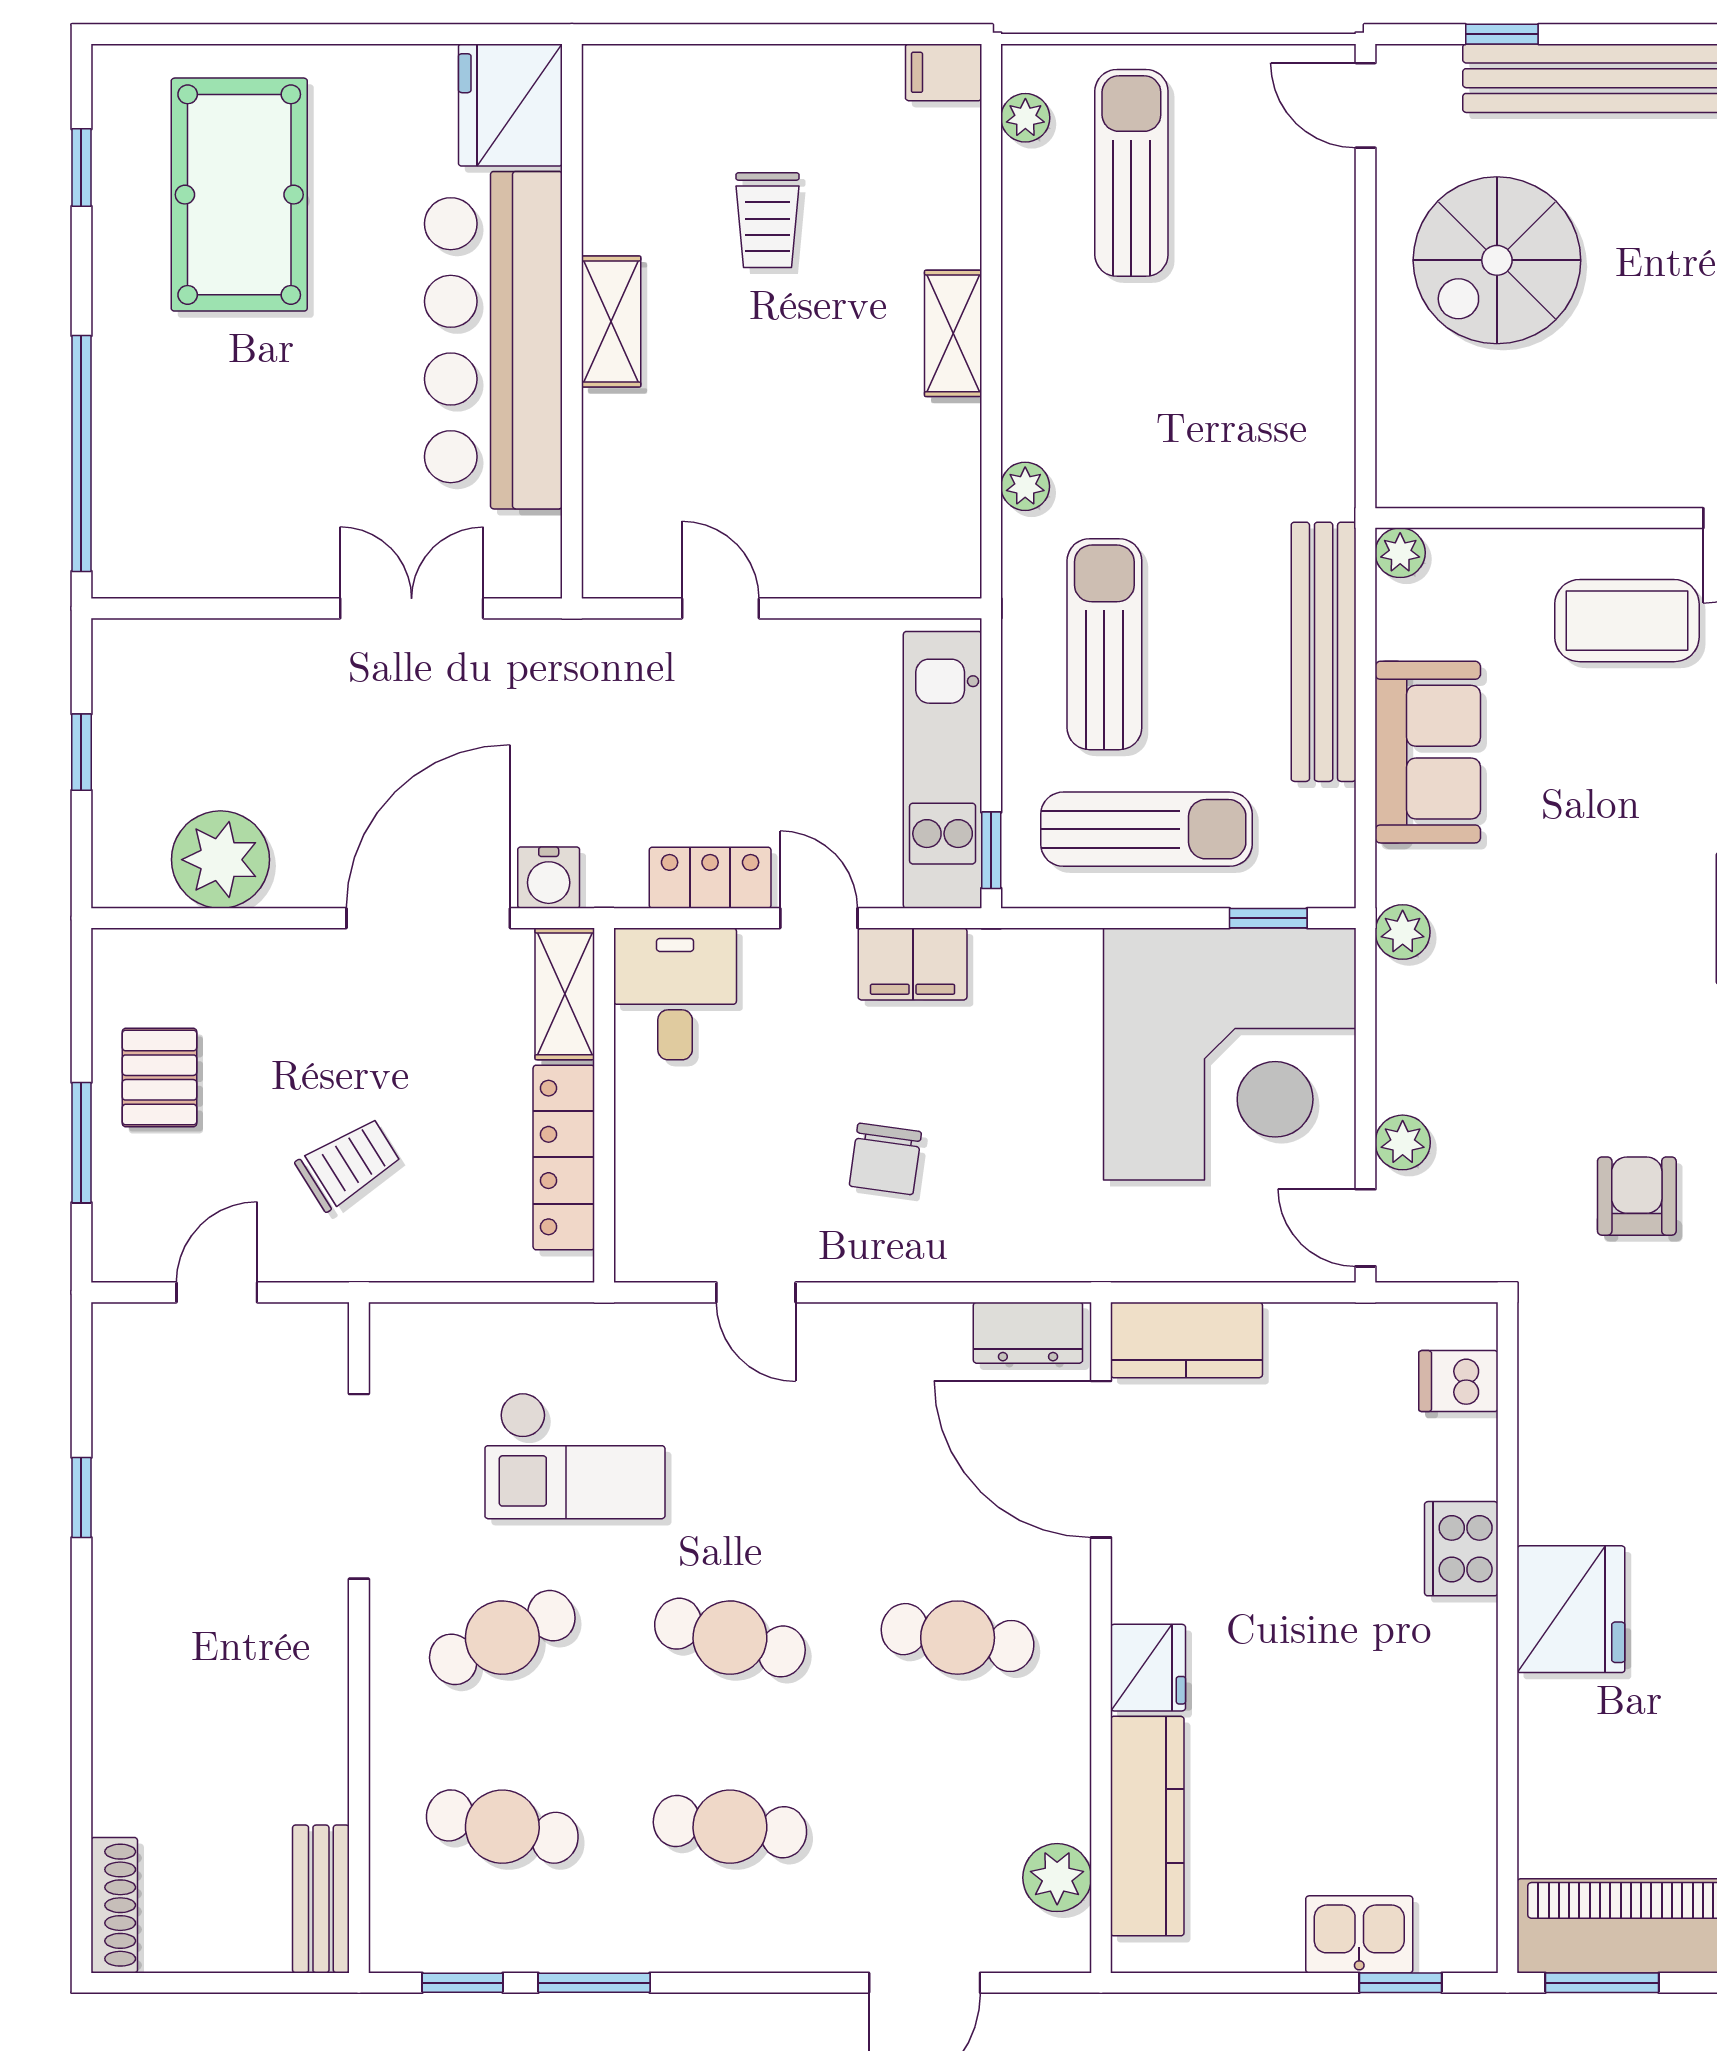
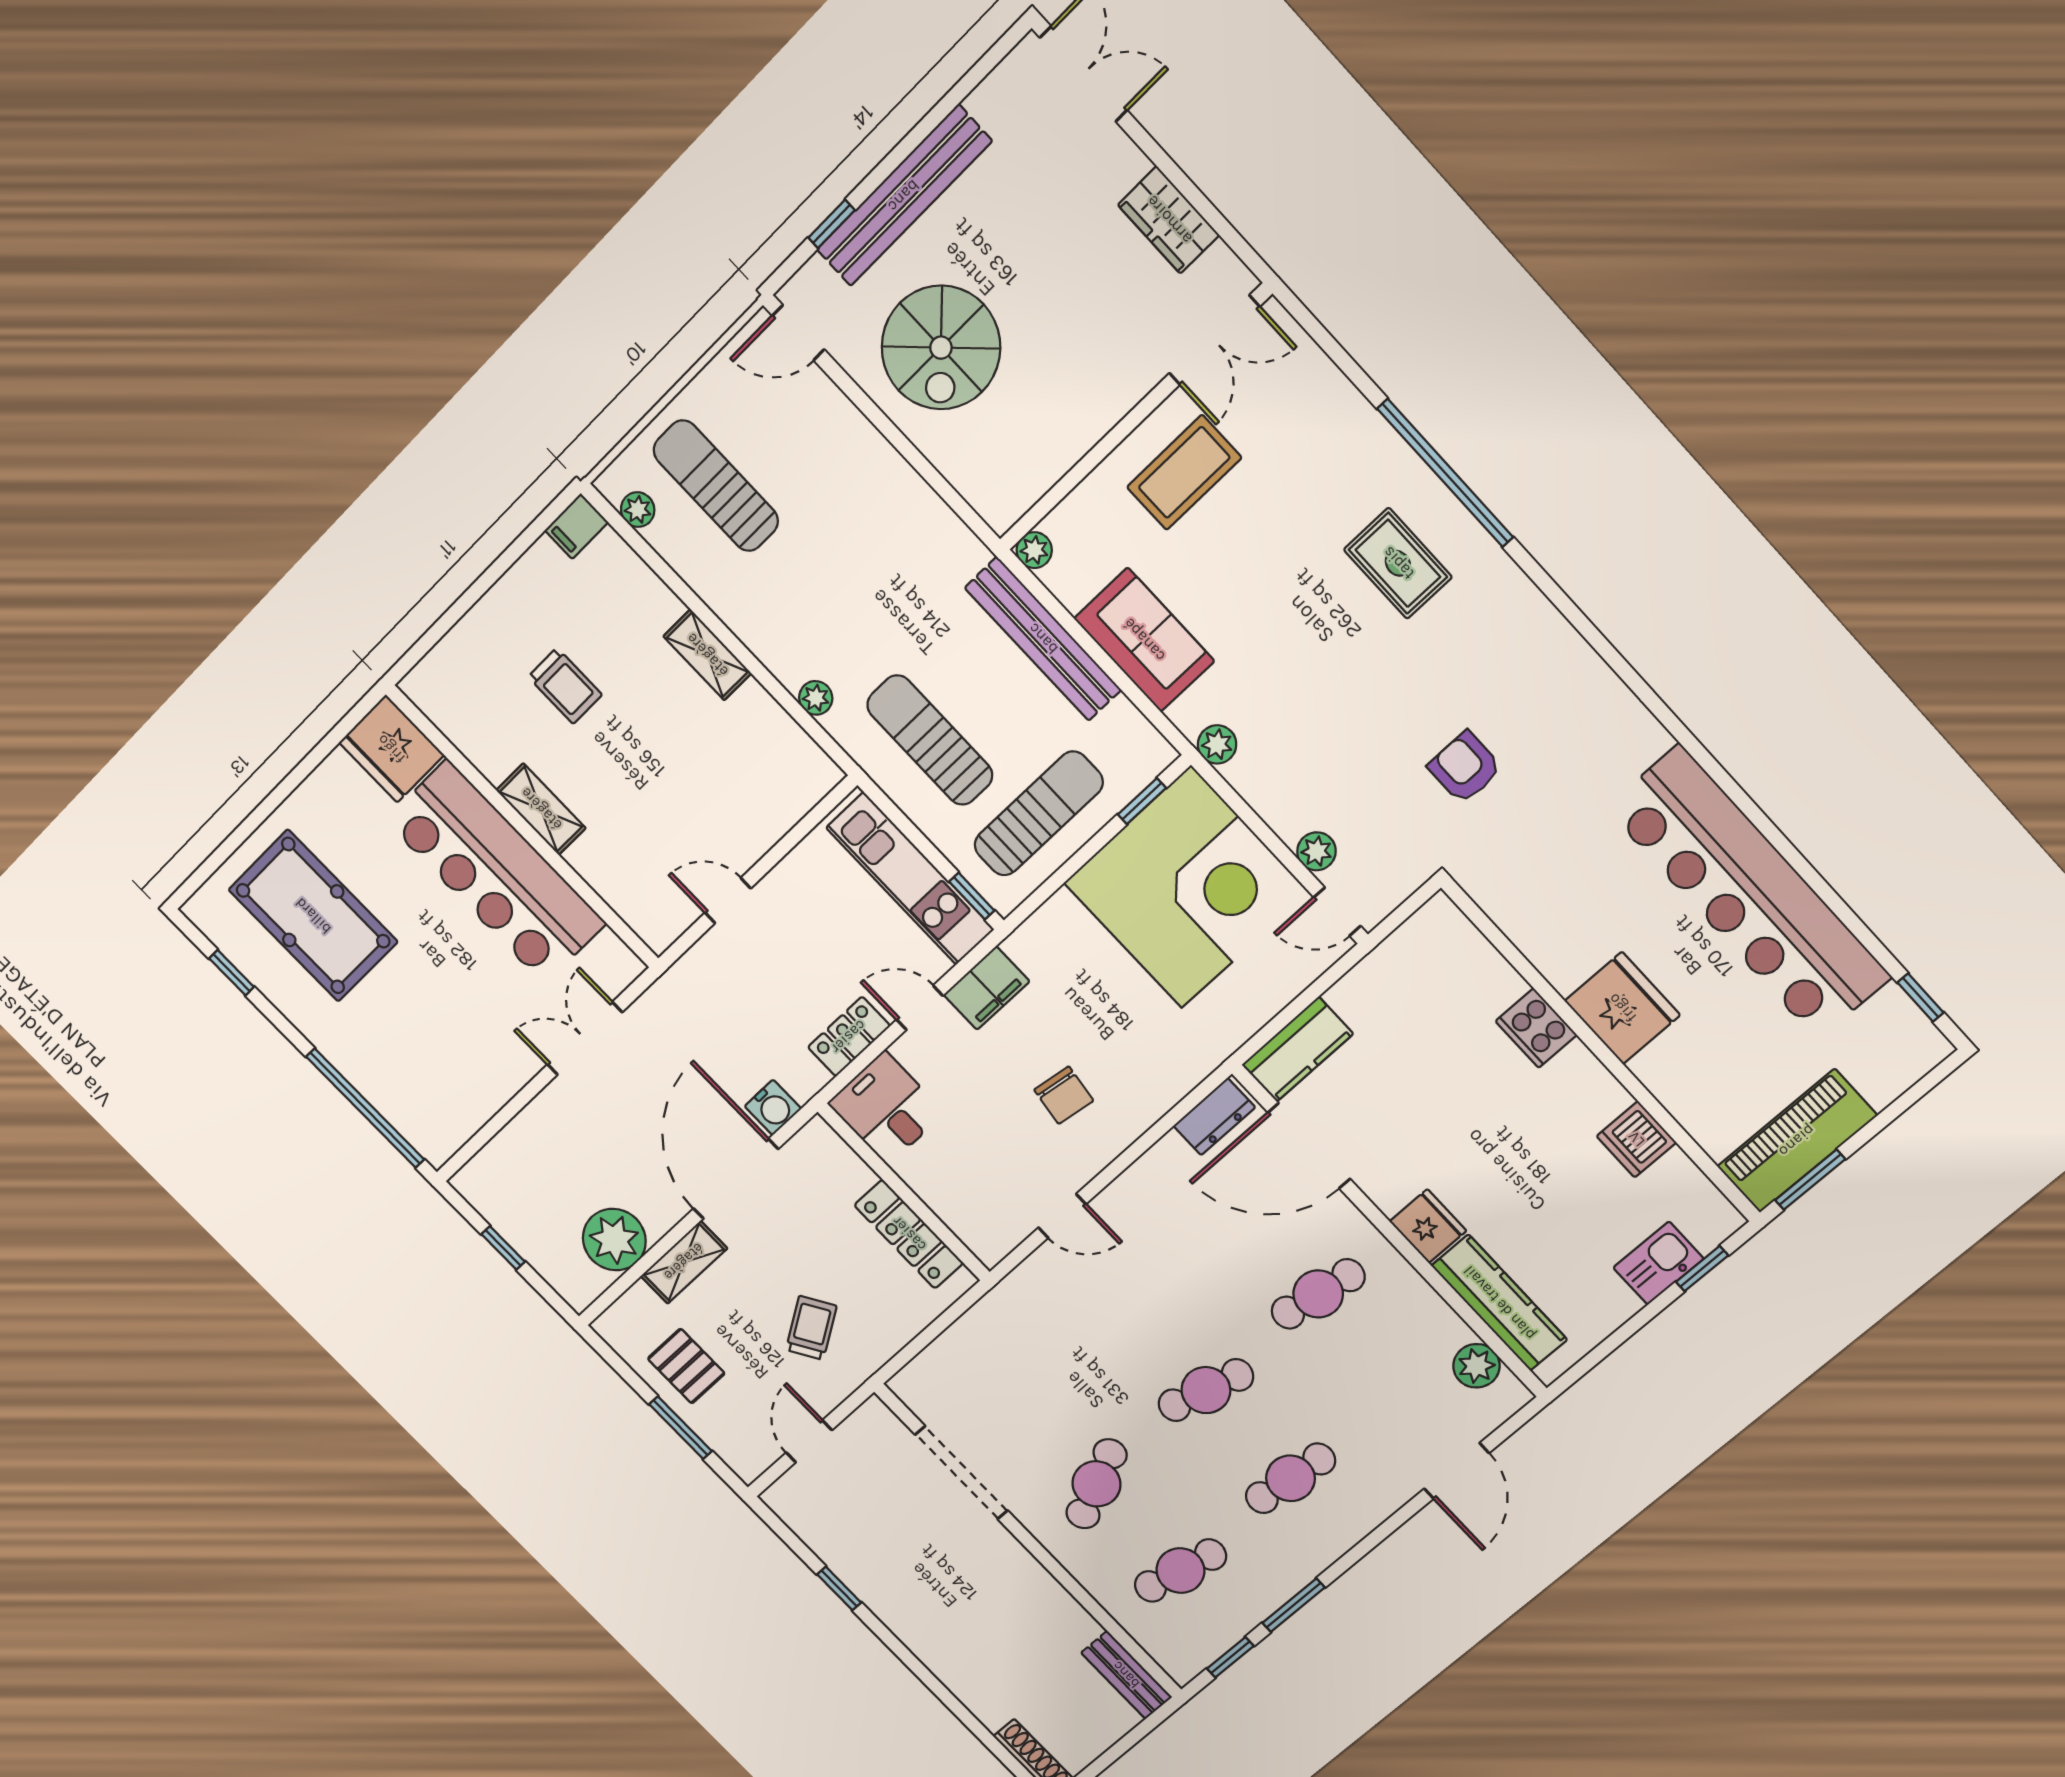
shelving: (565, 994) -> (684, 1262), moved, turned 90
dishwasher: (1458, 1381) -> (1636, 1139), moved, width x1.38
checkout: (575, 1456) -> (1049, 1370), removed

